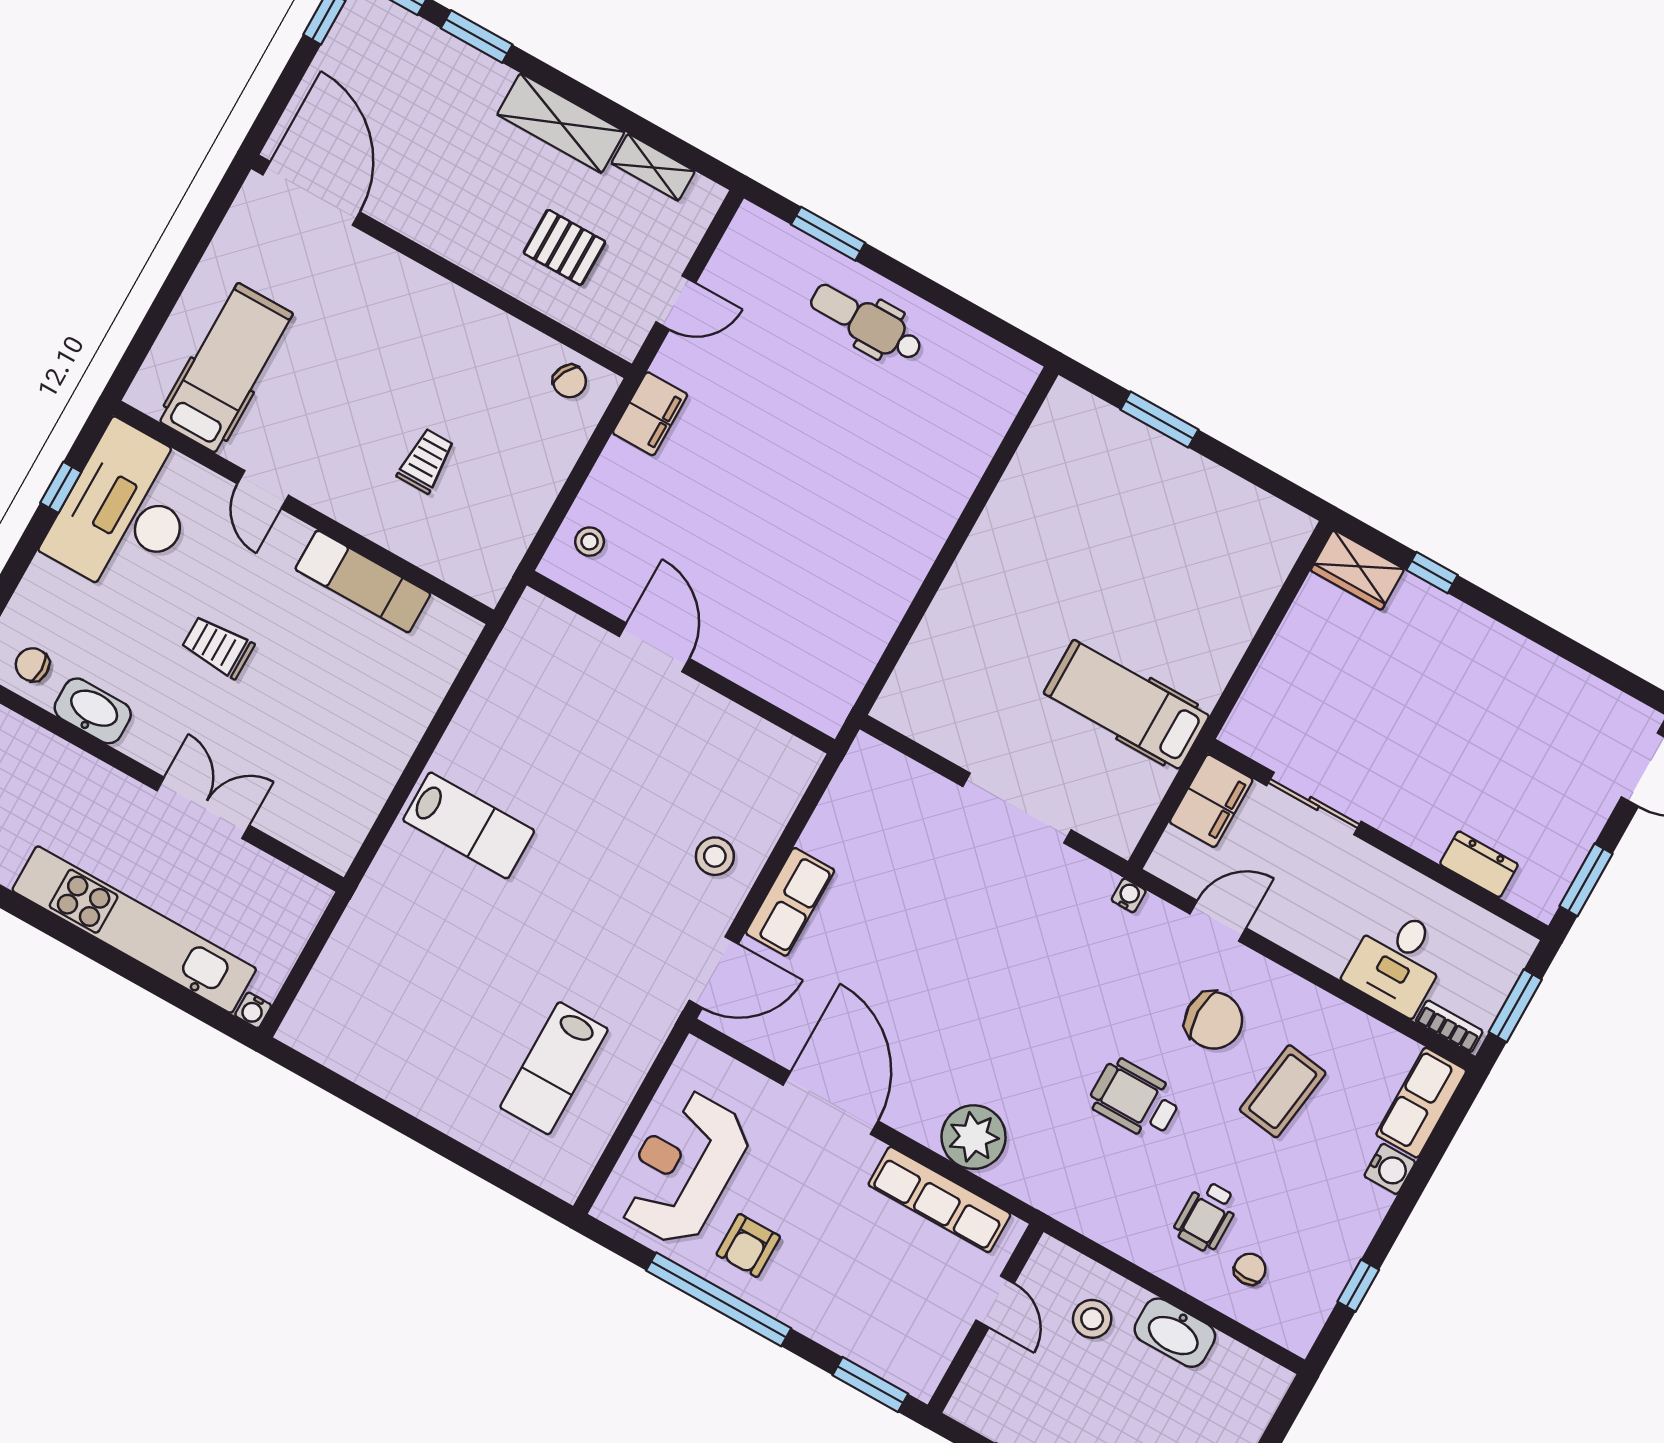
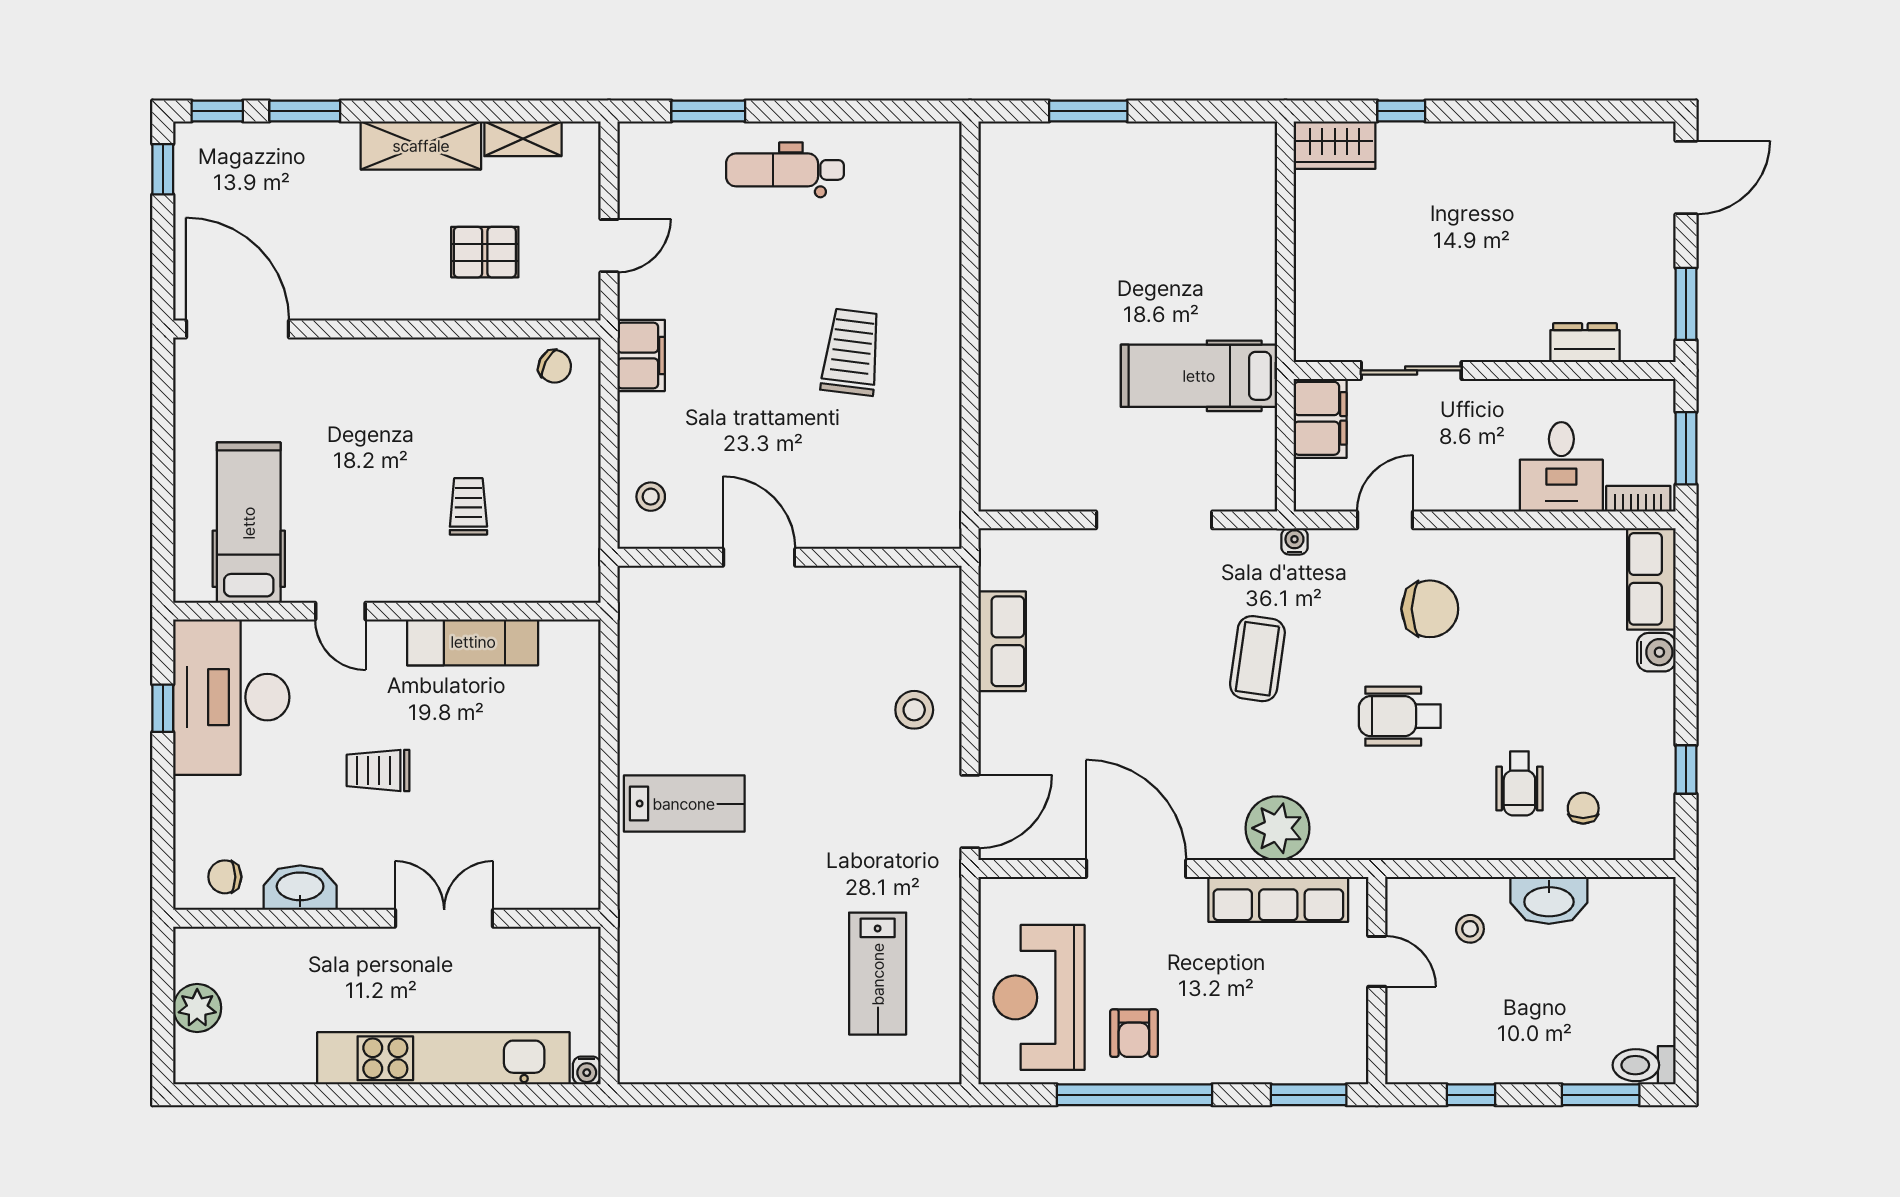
trolley: (835, 514) -> (851, 352), added
row of seats: (790, 902) -> (1002, 641), moved
coffee table: (1283, 1091) -> (1257, 659), moved
stool: (1092, 1319) -> (1470, 929), width x0.73, depth x0.73

